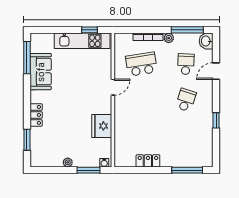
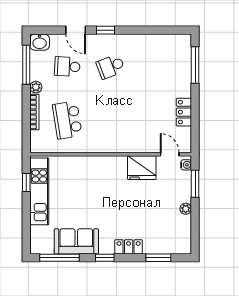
door: (113, 87) -> (170, 154), moved
window: (27, 95) -> (105, 258), added
school desk: (186, 100) -> (111, 67), turned -39
window: (216, 120) -> (106, 30), moved

